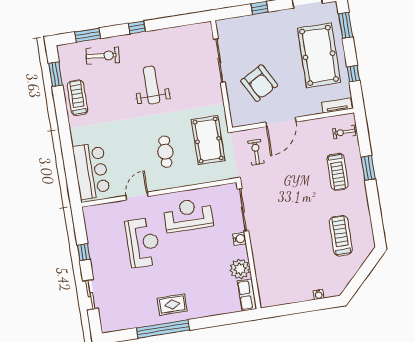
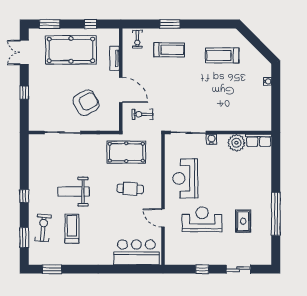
treadmill: (77, 98) -> (72, 229), moved, turned 90
tv unit: (337, 106) -> (115, 58), moved
rug: (172, 305) -> (243, 221), moved

